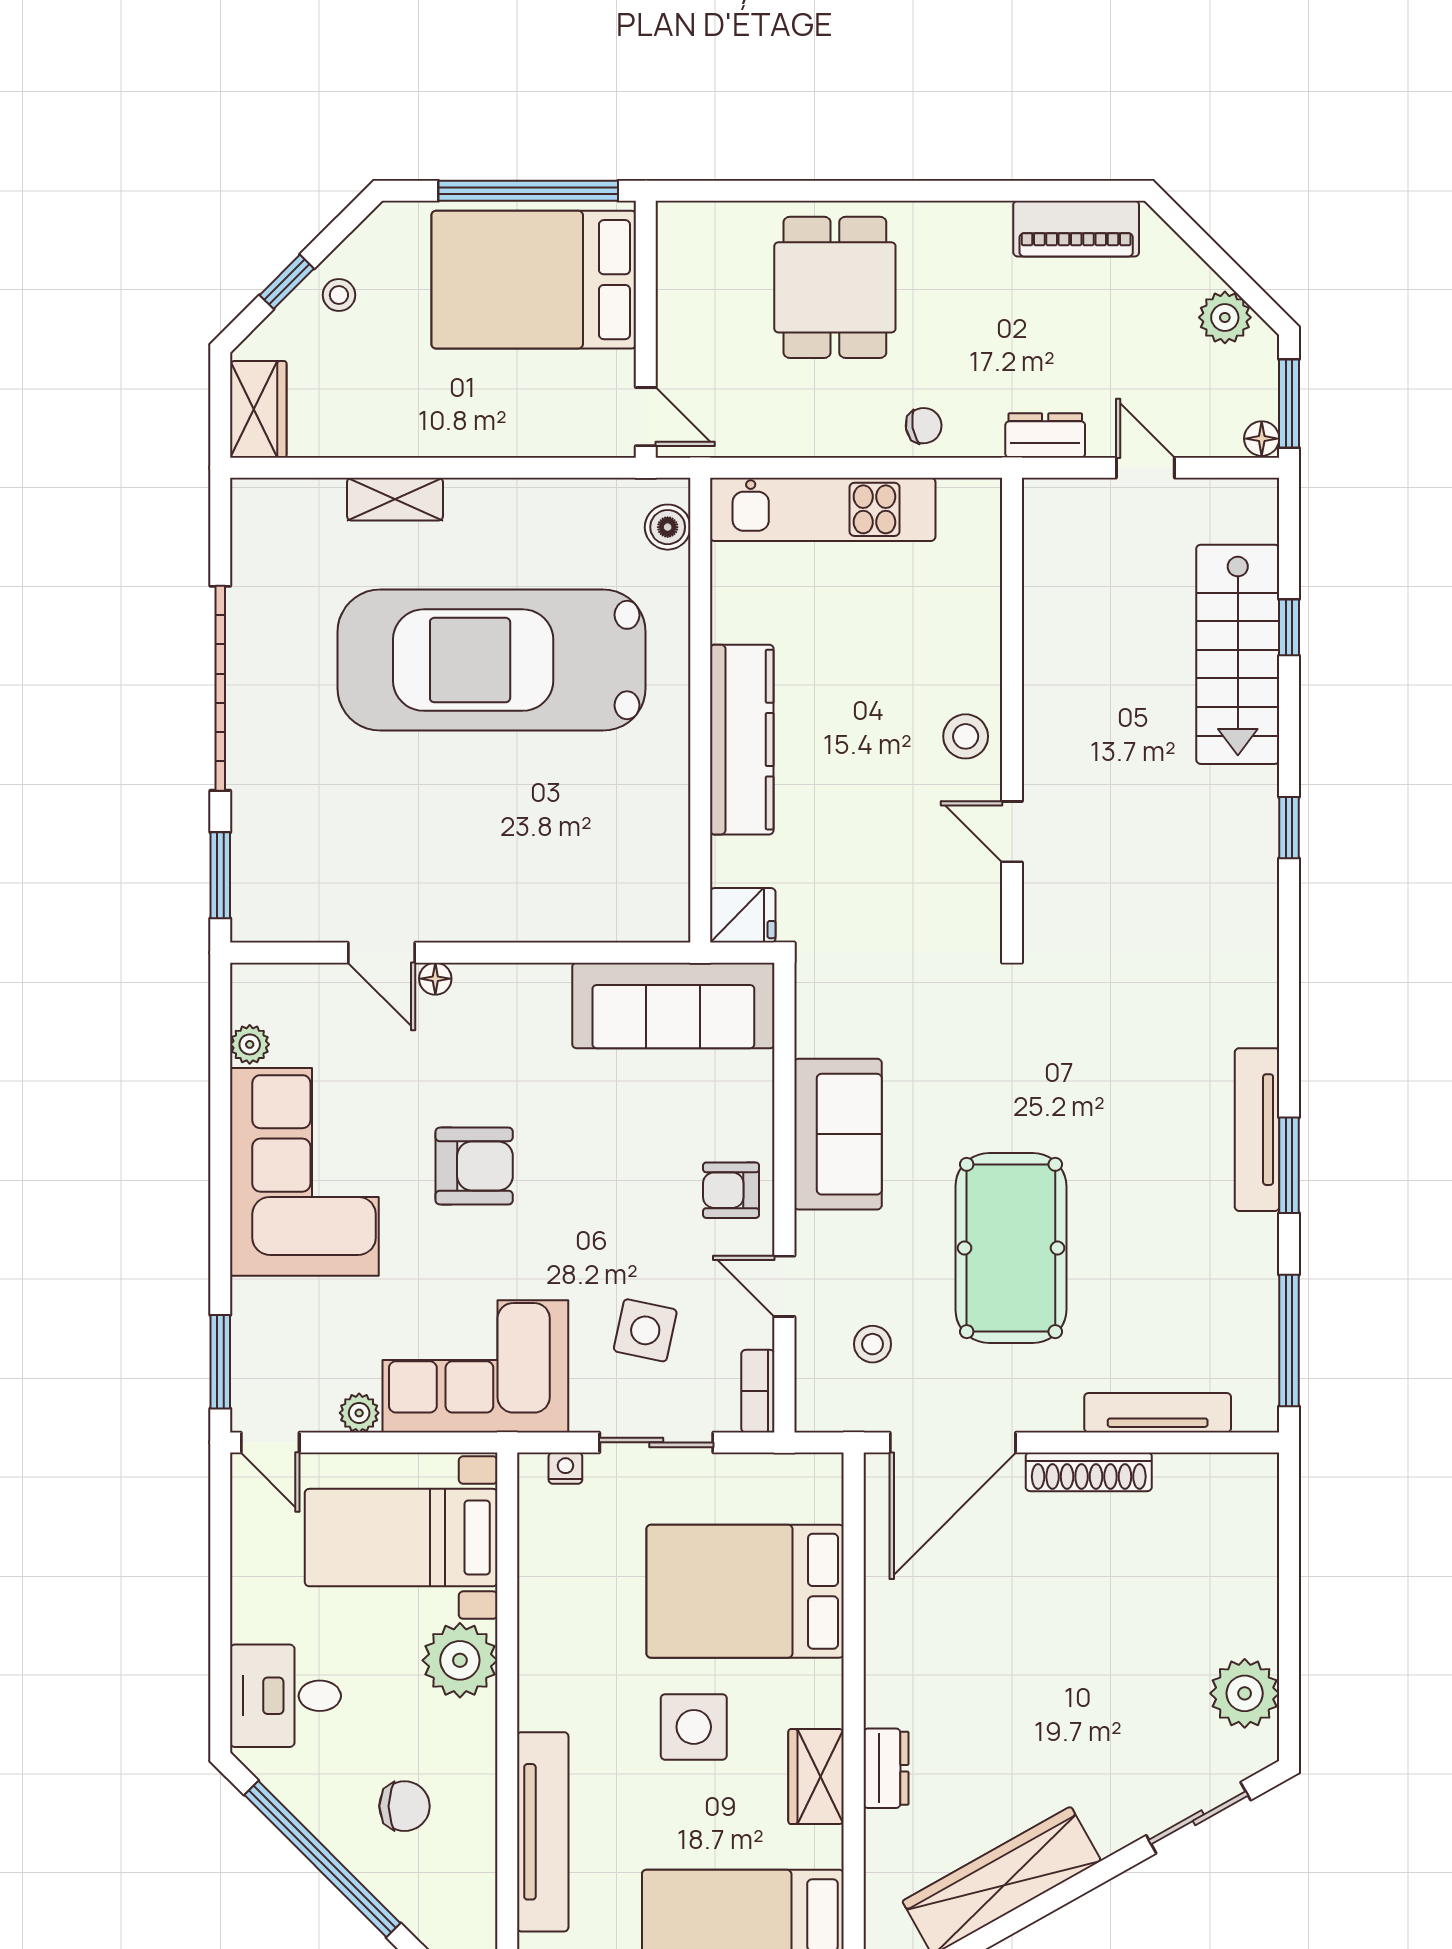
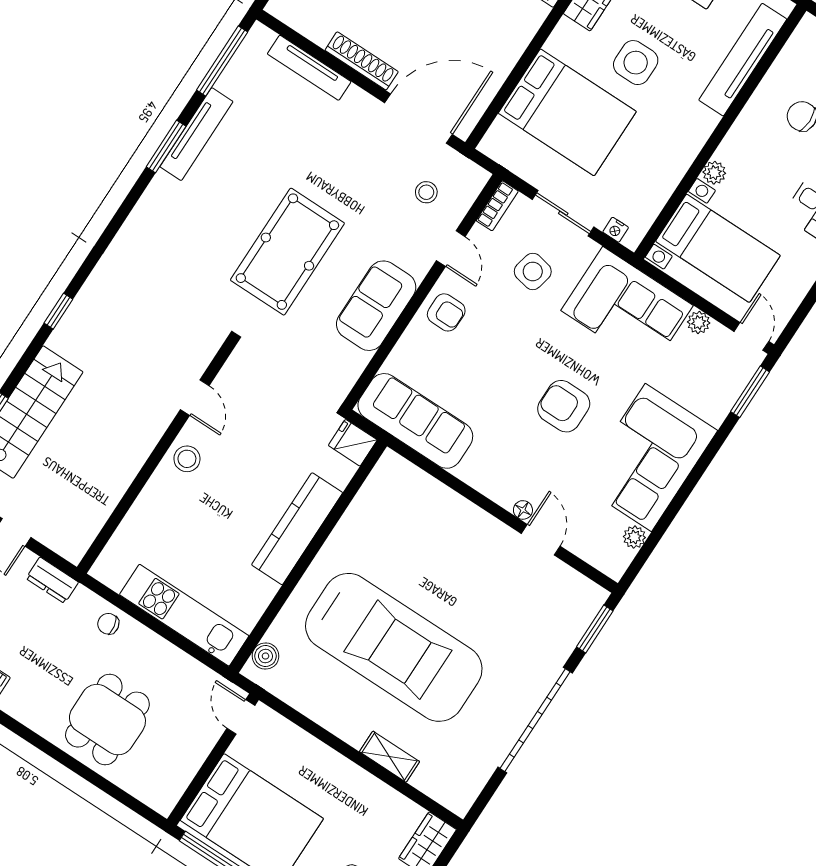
tv unit: (1257, 1130) -> (196, 134), moved
pool table: (1011, 1248) -> (287, 252), moved
plant: (460, 1660) -> (714, 173), width x0.53, depth x0.53

